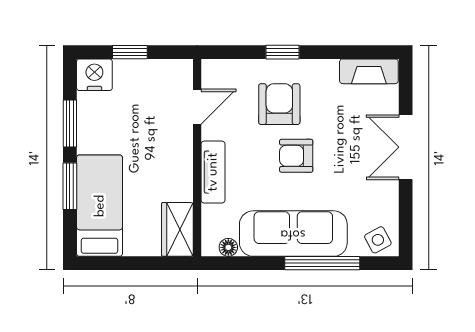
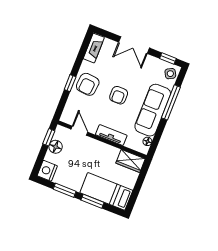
window: (130, 52) -> (49, 137), moved
floor lamp: (147, 73) -> (56, 147), added
armchair: (279, 104) -> (88, 84), moved, turned -85
window: (406, 224) -> (168, 58), added

